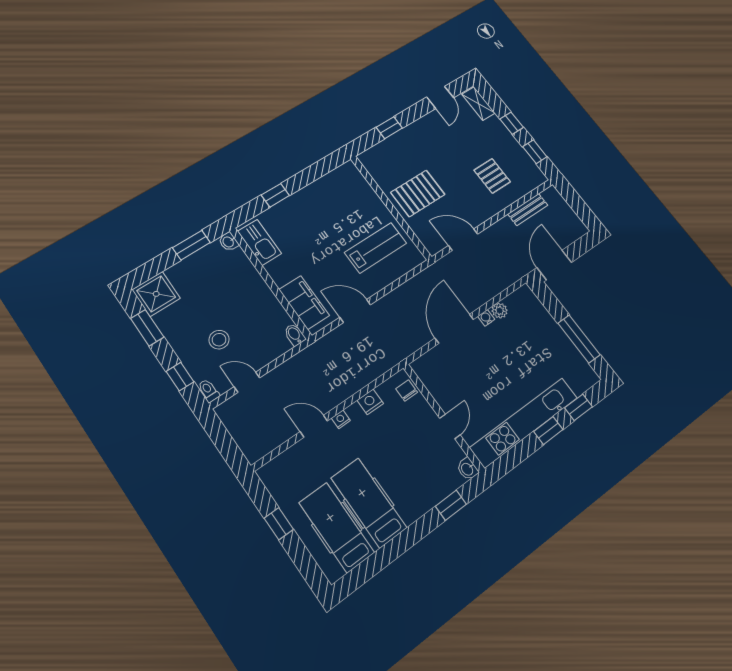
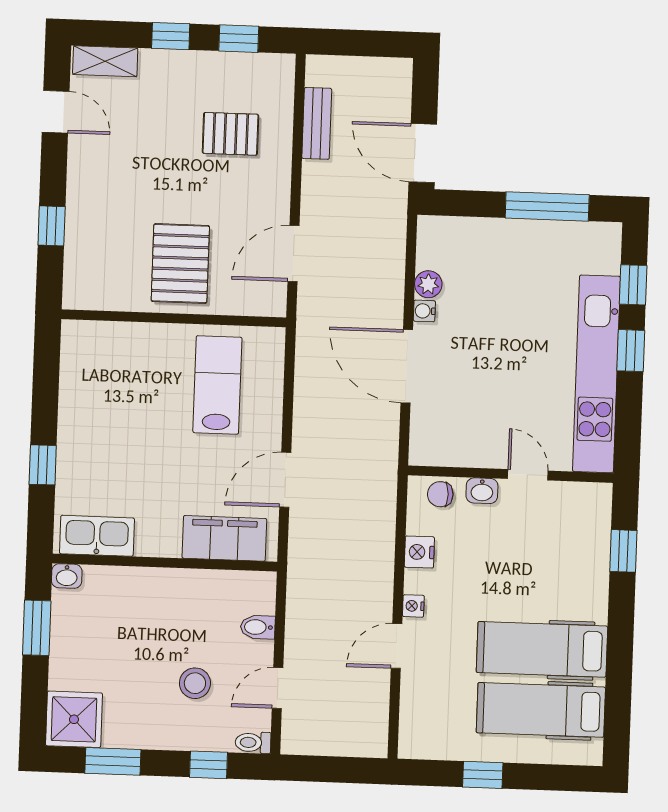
bidet: (295, 335) -> (258, 627), moved
washbasin: (467, 469) -> (482, 491), moved

